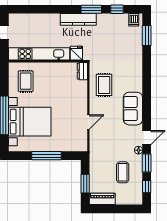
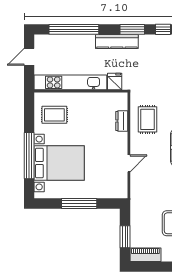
window: (42, 9) -> (74, 29), added
dresser: (82, 71) -> (122, 121), moved
rug: (26, 81) -> (54, 115), turned 90

